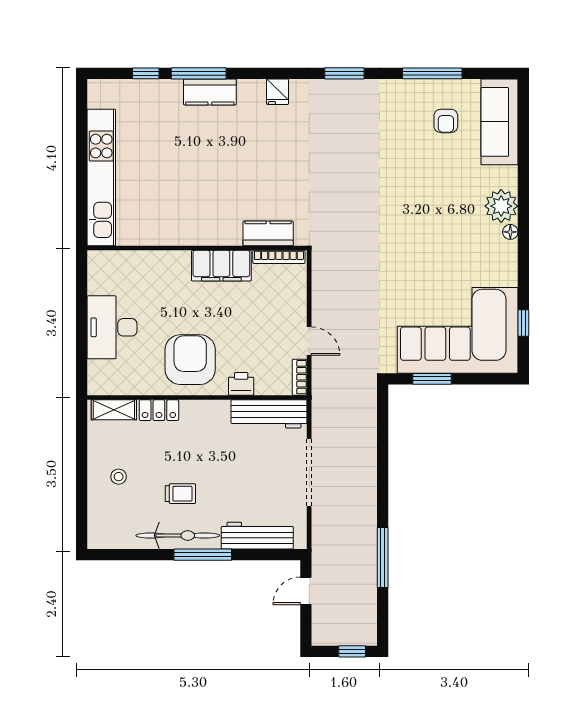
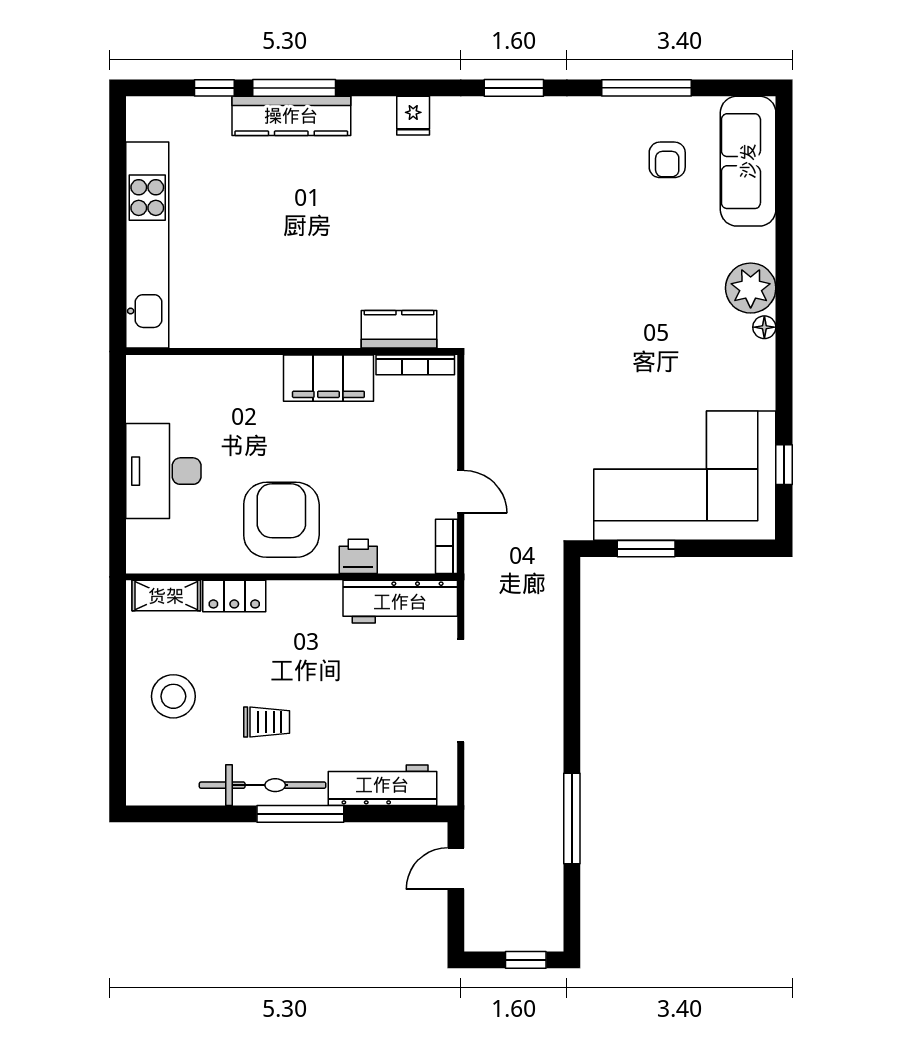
kitchen counter: (210, 92) -> (291, 116), width x1.50
stool: (119, 477) -> (173, 696), width x1.89, depth x1.89

